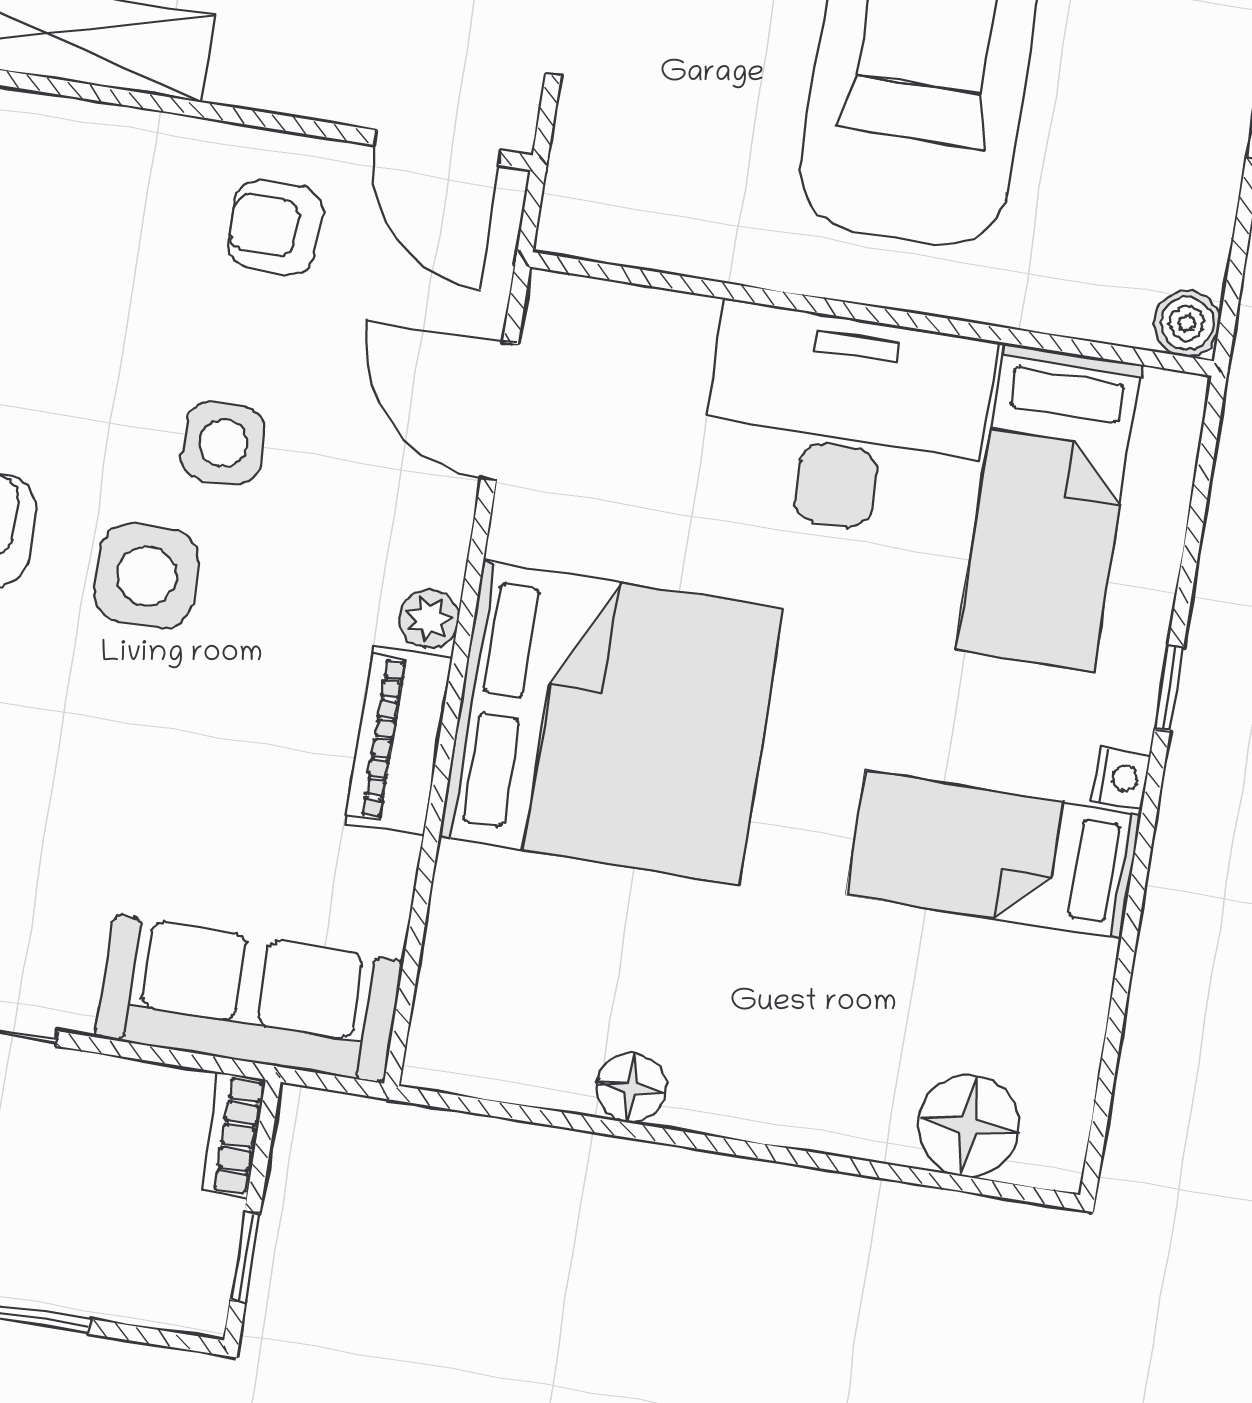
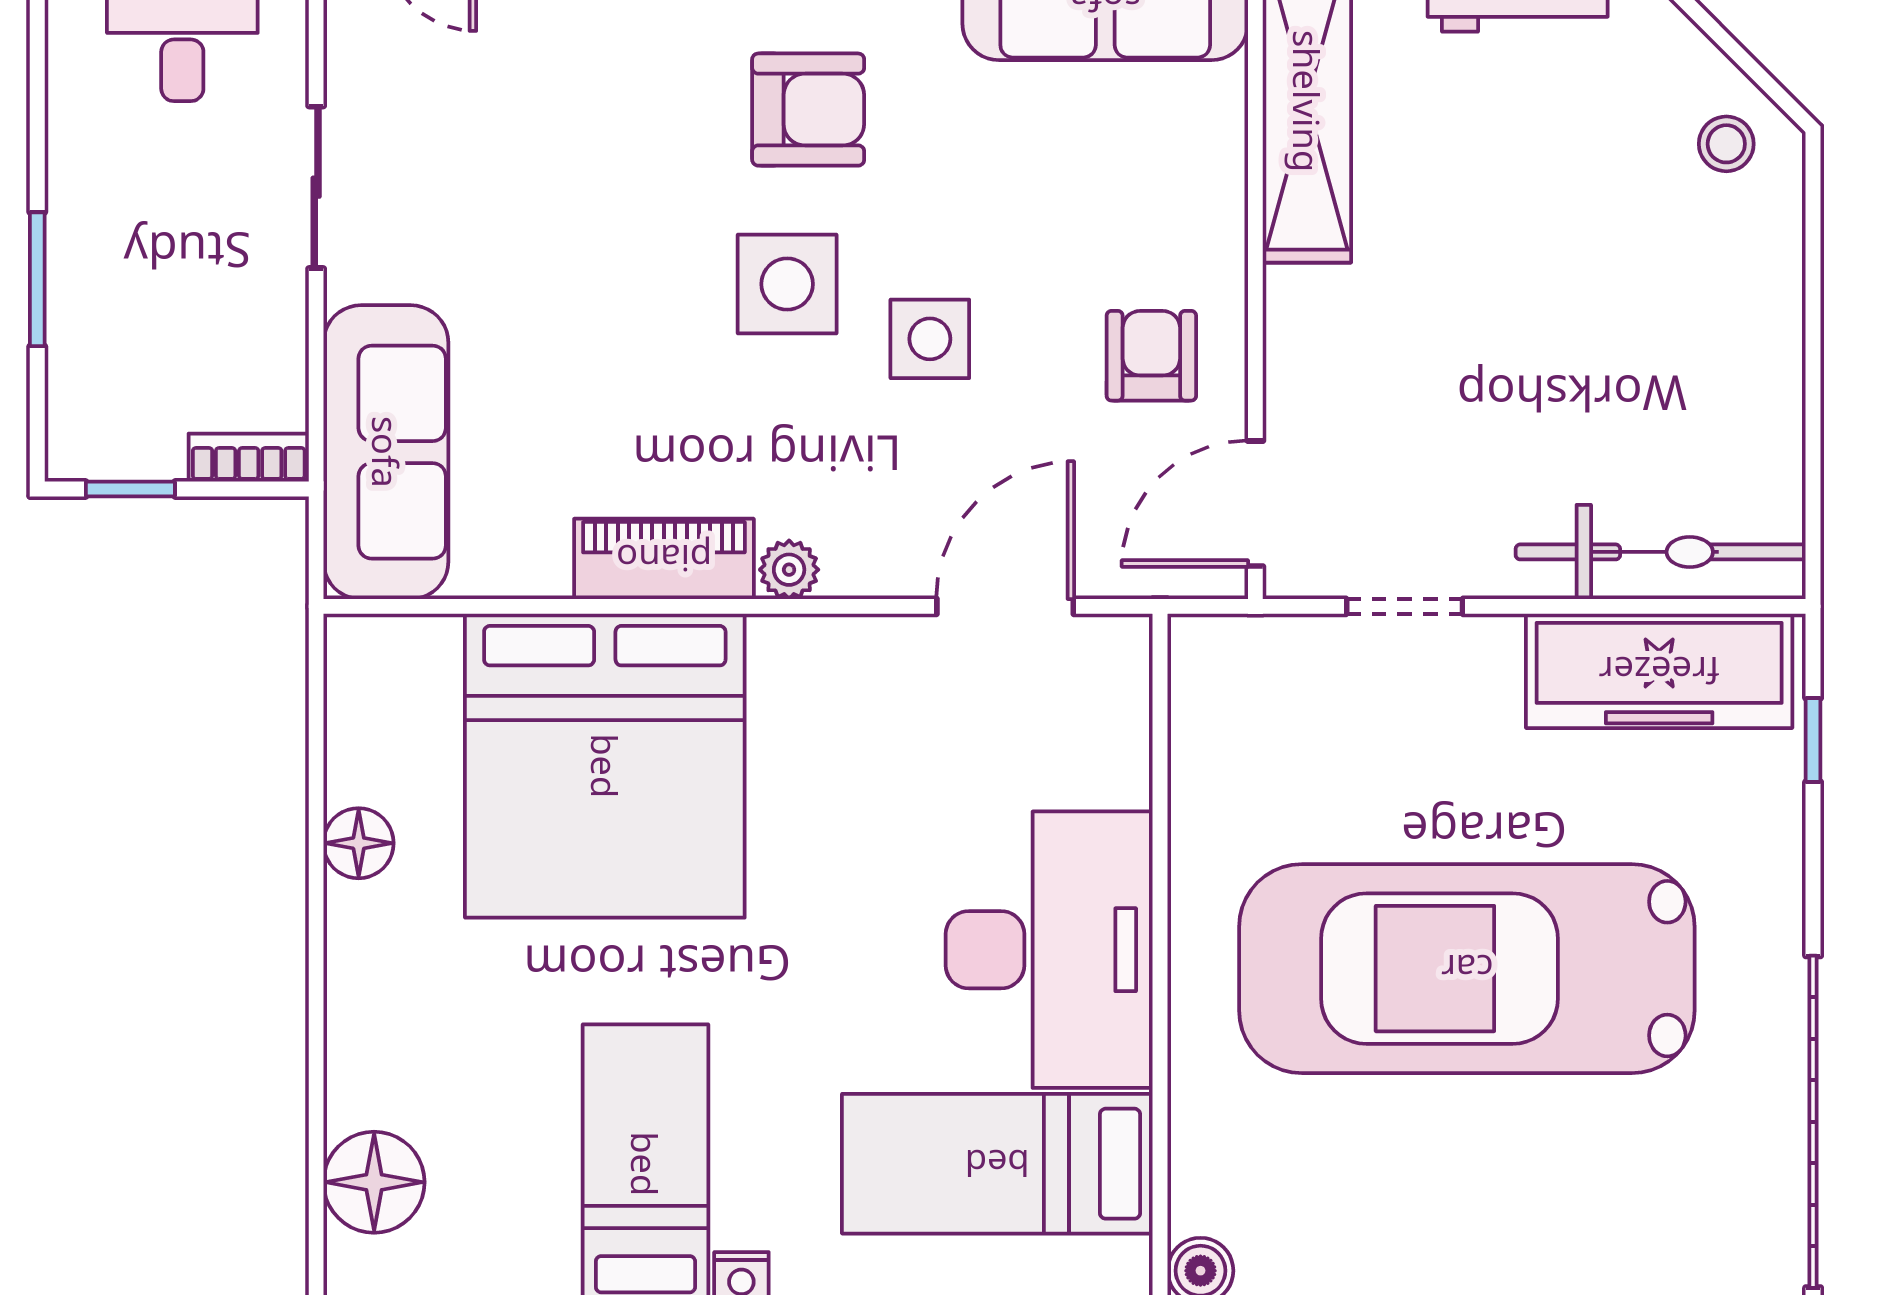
bed: (611, 723) -> (605, 766), moved

